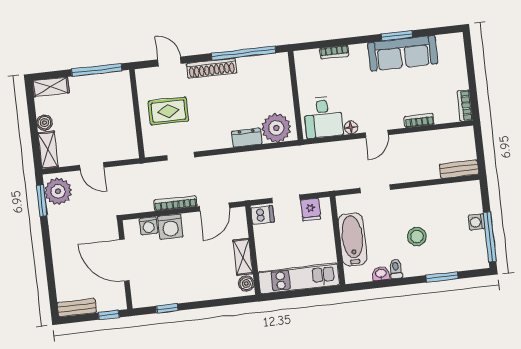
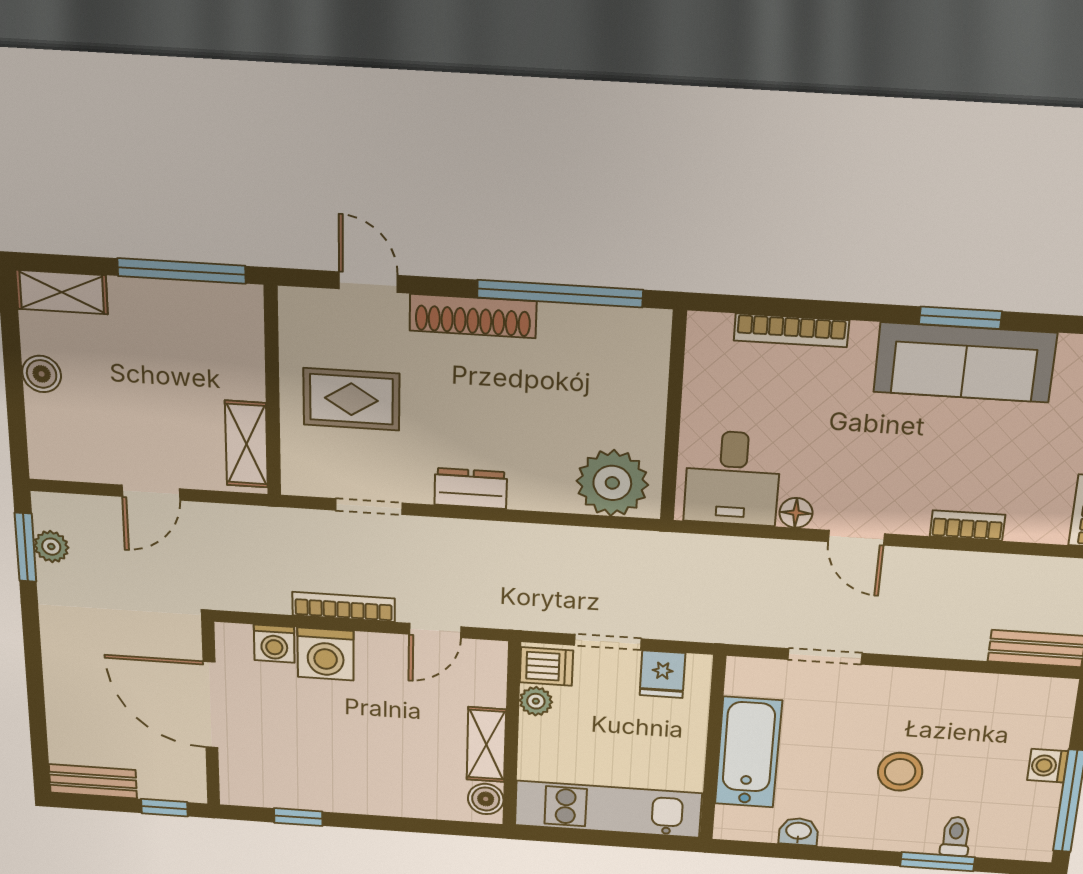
bookcase: (334, 52) -> (791, 330), width x1.56
door: (377, 134) -> (856, 538), hinge flipped
dresser: (247, 138) -> (471, 488), moved
shelving: (48, 150) -> (246, 444), moved
door: (92, 166) -> (151, 493), hinge flipped
plant: (58, 191) -> (51, 547), width x0.53, depth x0.53
door: (214, 207) -> (435, 631), width x0.73
plant: (261, 232) -> (536, 701), added
toilet: (396, 269) -> (956, 836), moved

